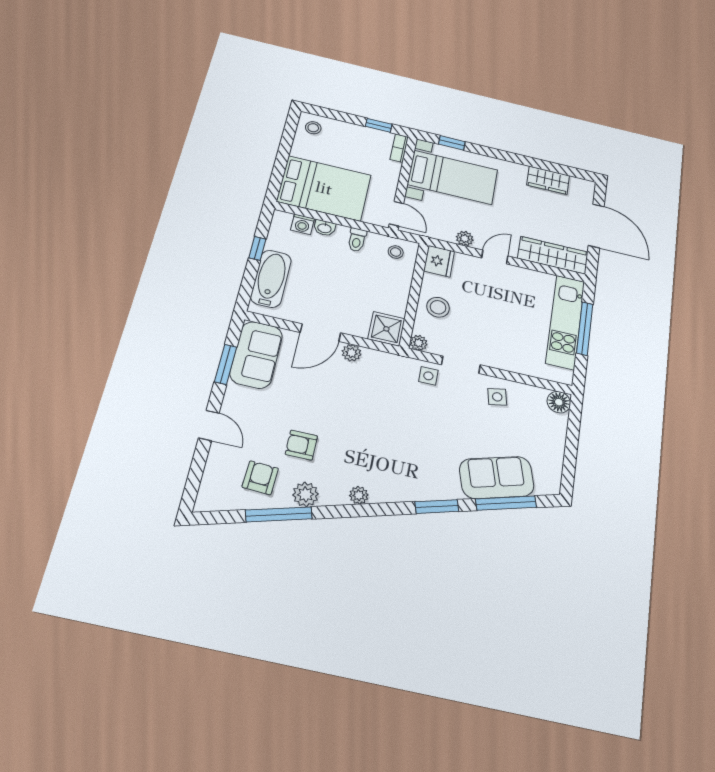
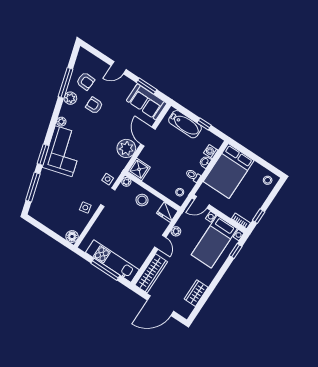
plant: (351, 353) -> (126, 148), width x1.88, depth x1.88
armchair: (301, 445) -> (94, 105), turned -90
corner sofa: (413, 471) -> (64, 151), added
sofa: (497, 477) -> (46, 188), removed

